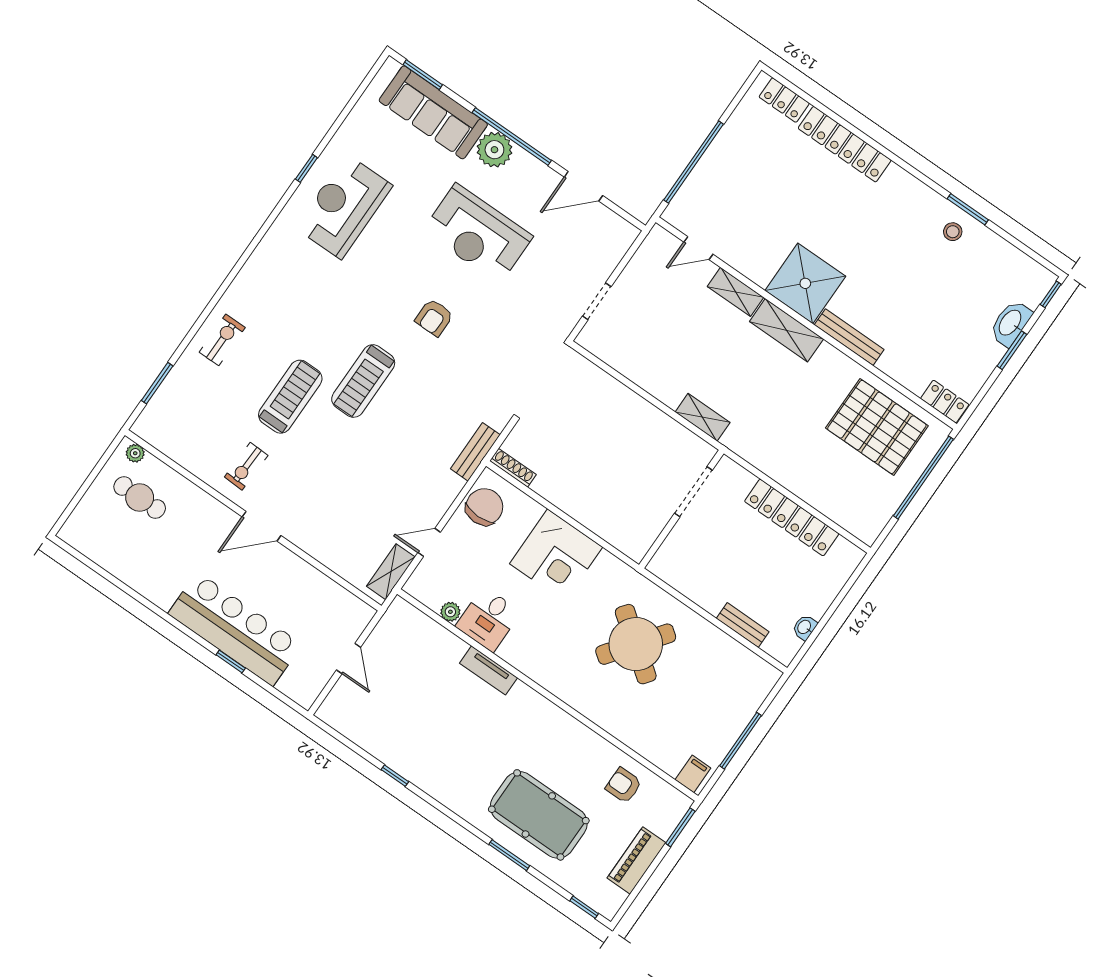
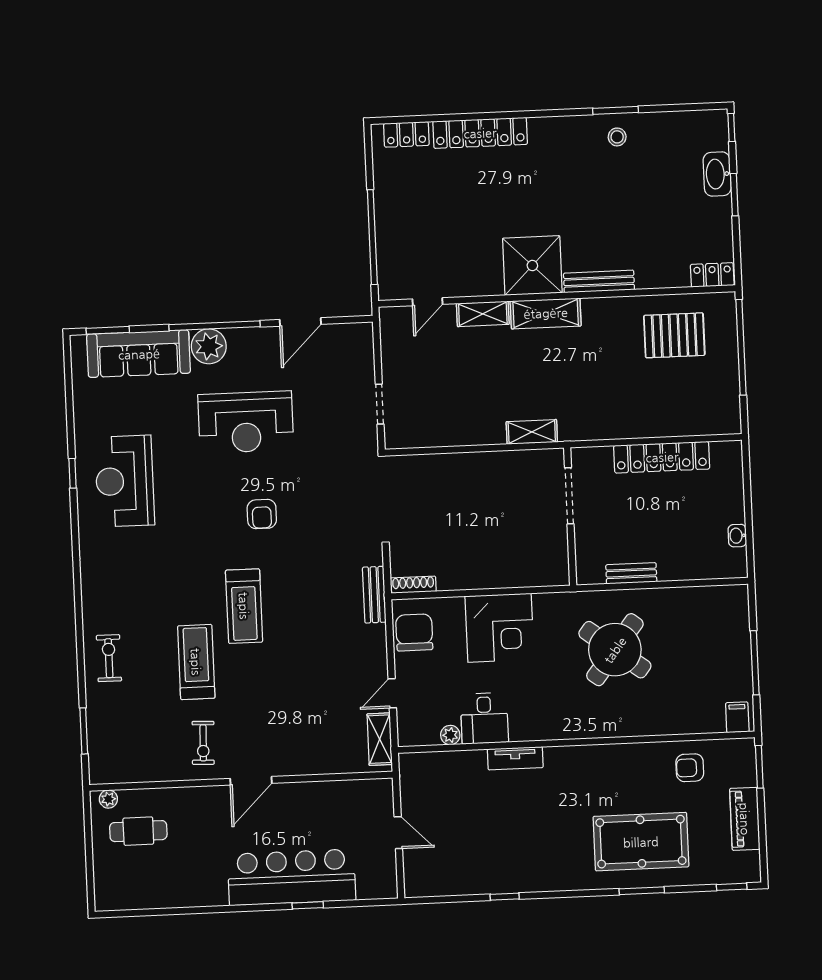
pallet: (877, 427) -> (674, 335), width x0.73, depth x0.71
bench: (743, 625) -> (631, 573), moved

